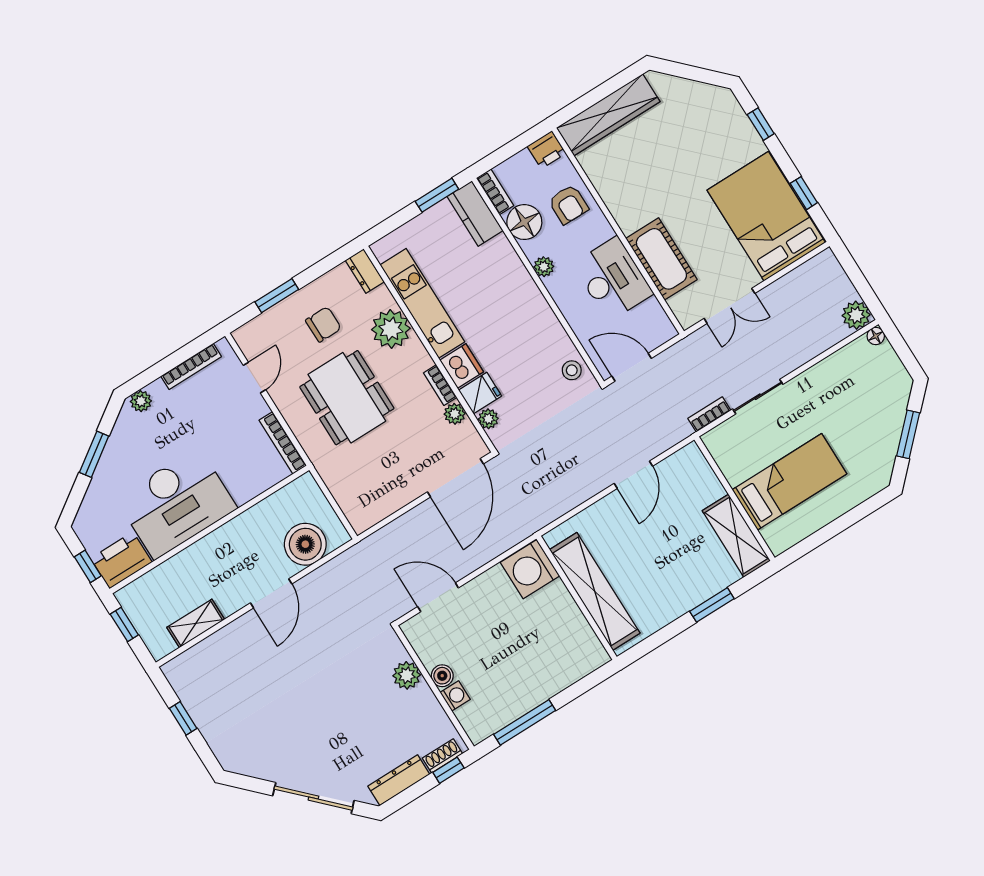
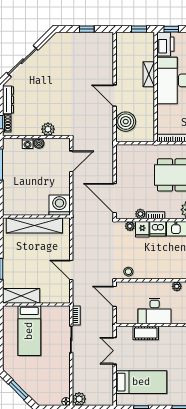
bed: (766, 216) -> (141, 382), width x0.67
cot: (661, 259) -> (146, 333), width x0.73, depth x0.75
door: (632, 367) -> (115, 296), swing flipped
shelving: (196, 623) -> (149, 74), moved

